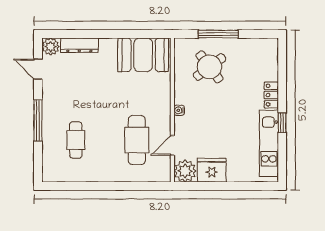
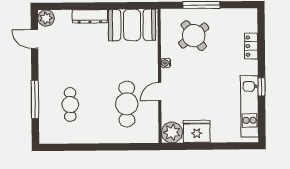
dresser: (79, 45) -> (90, 16), moved
locker: (271, 95) -> (251, 46), moved
water cooler: (179, 110) -> (166, 63), moved
window: (38, 120) -> (35, 99), moved
door: (172, 145) -> (160, 92), moved

